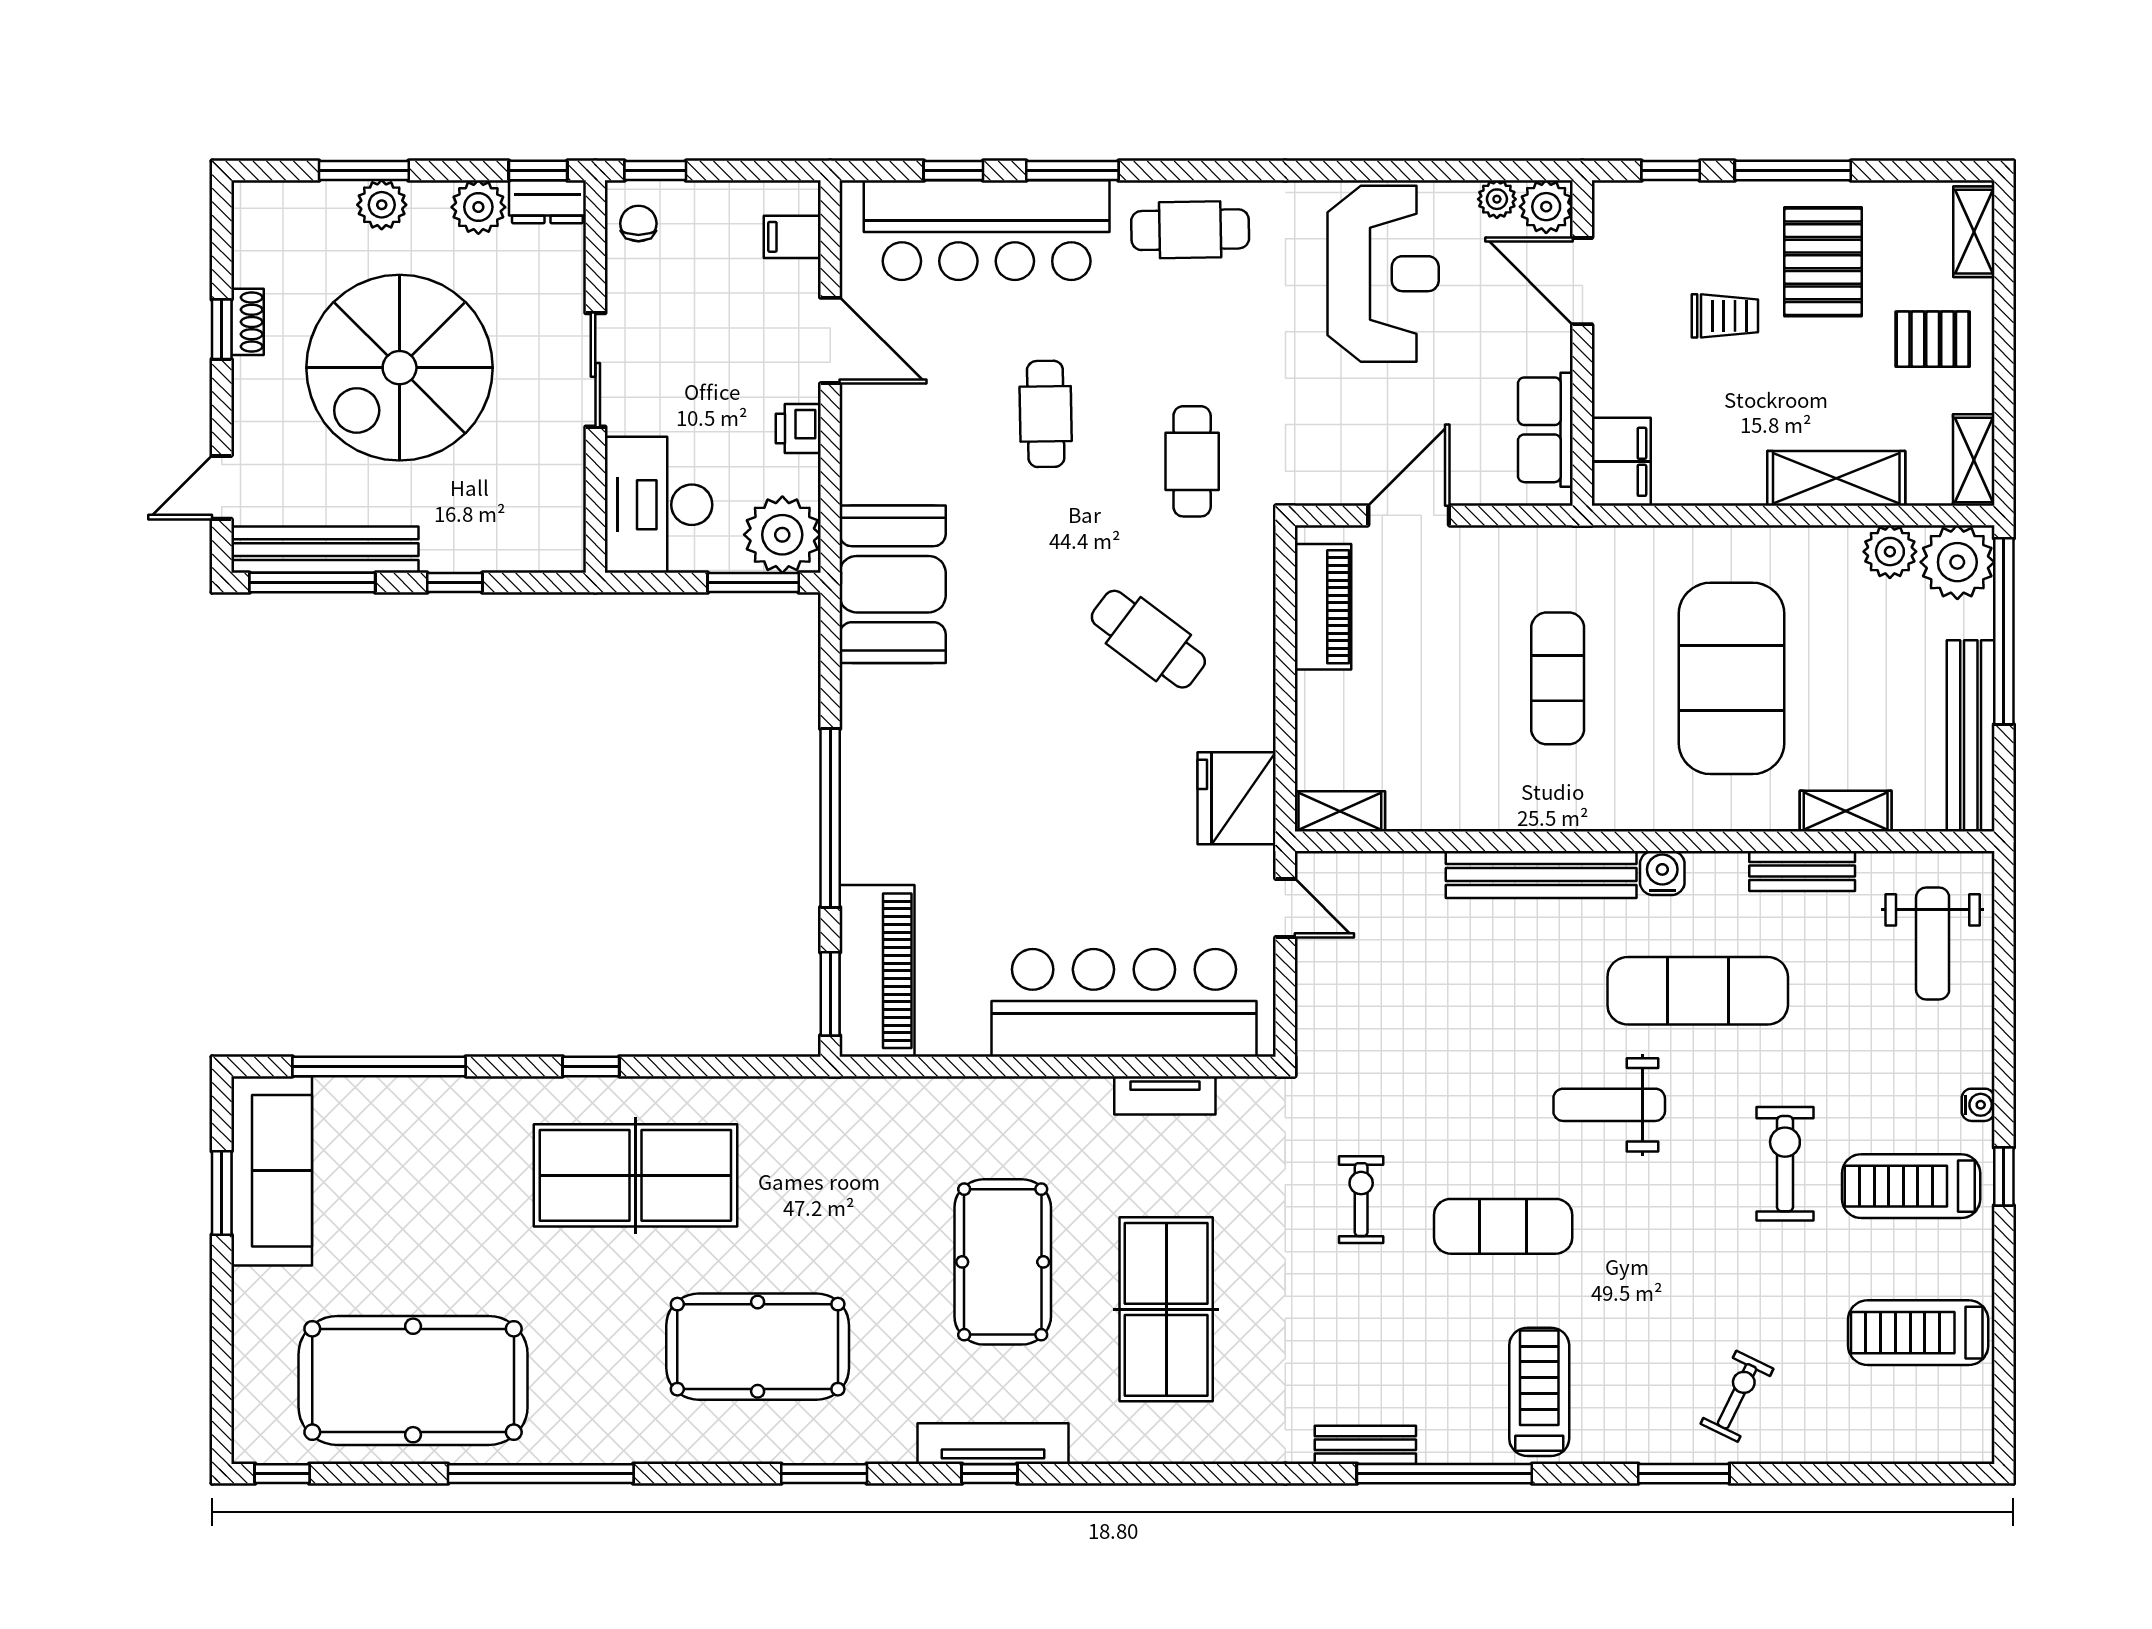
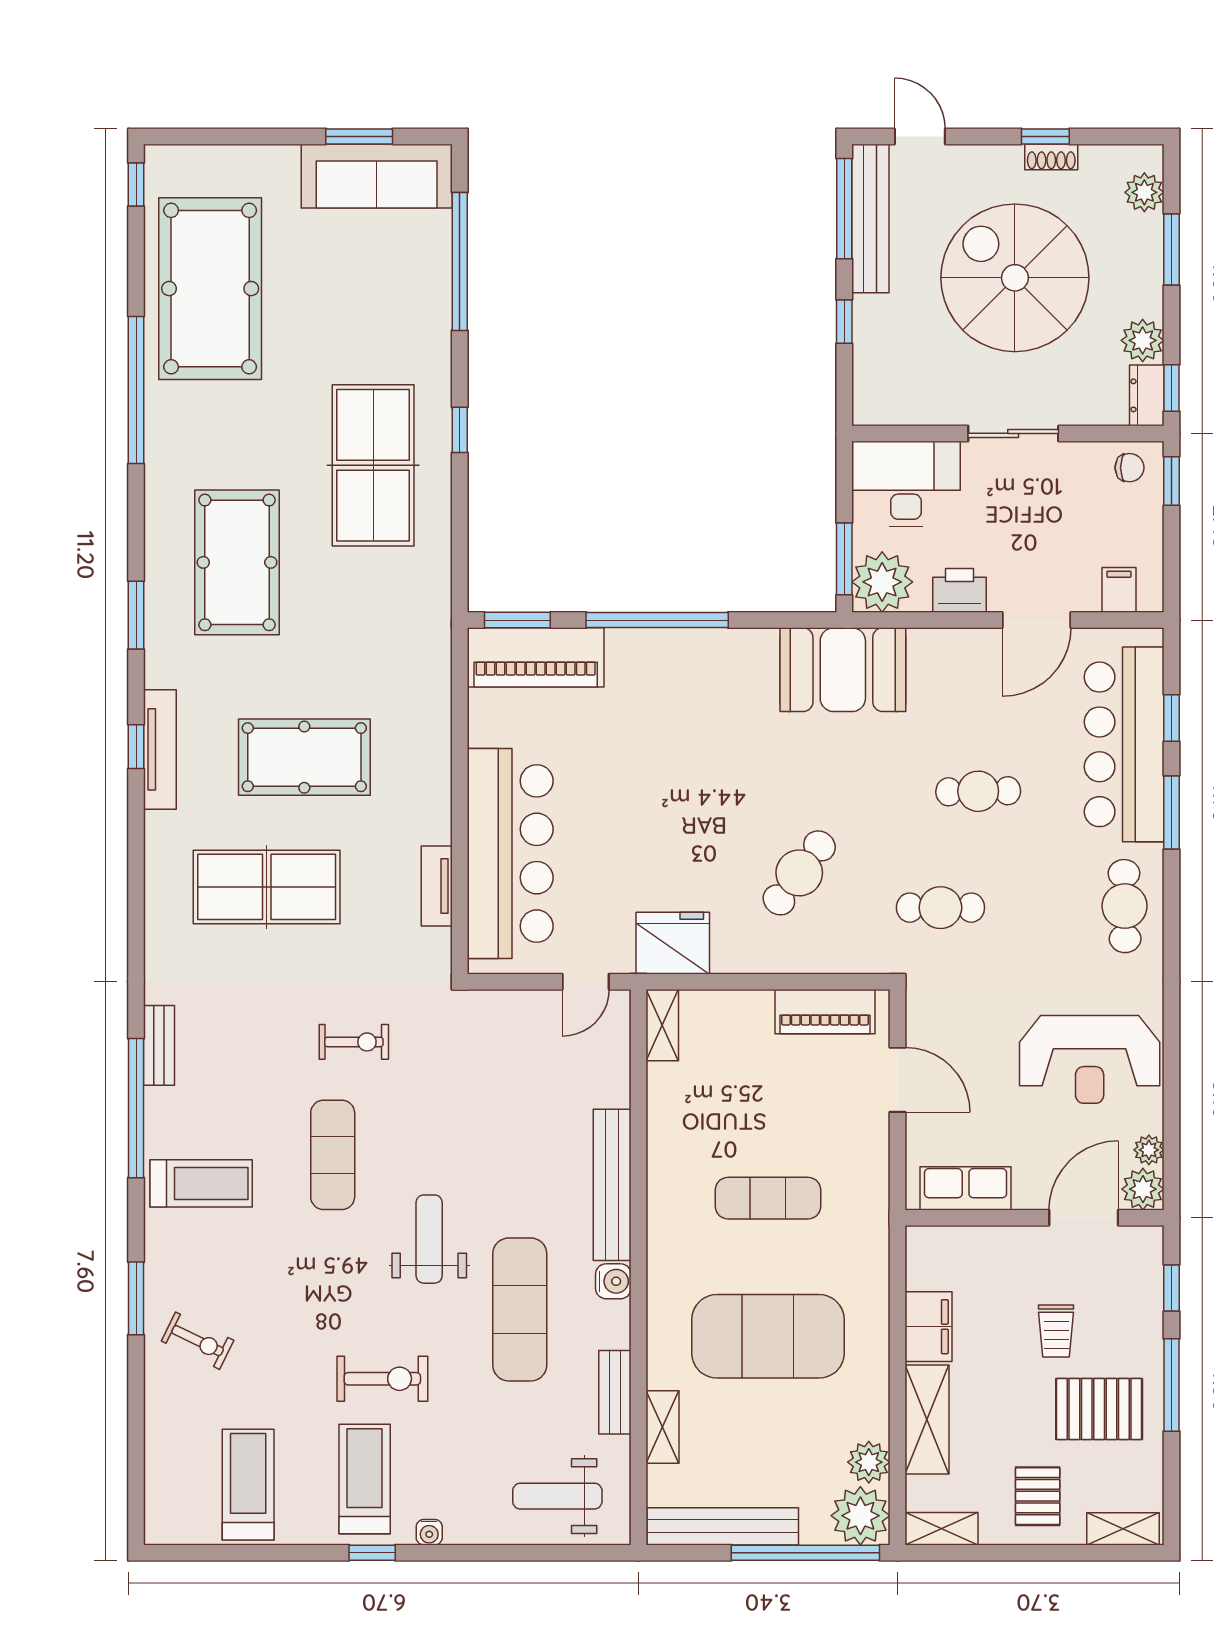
plant: (382, 205) -> (1144, 192), moved
printer: (798, 429) -> (959, 590), width x1.36, depth x1.24
filing cabinet: (1621, 462) -> (928, 1327), moved, turned -90

